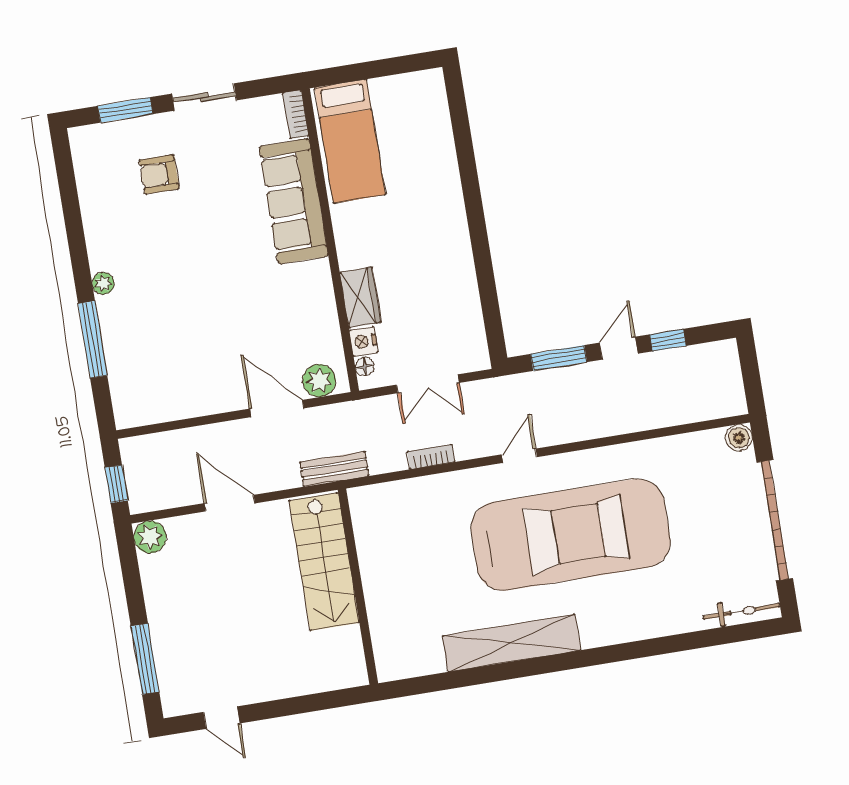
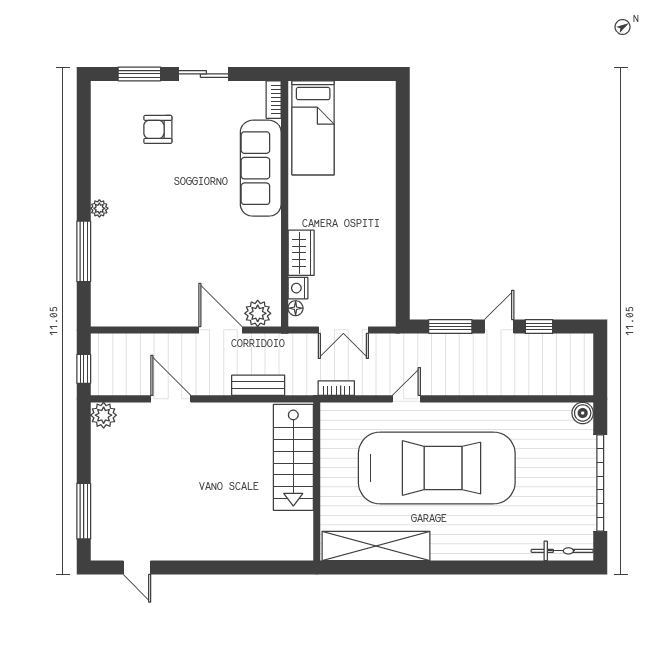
stairs: (324, 562) -> (293, 457), moved
wall: (358, 587) -> (317, 481), moved

